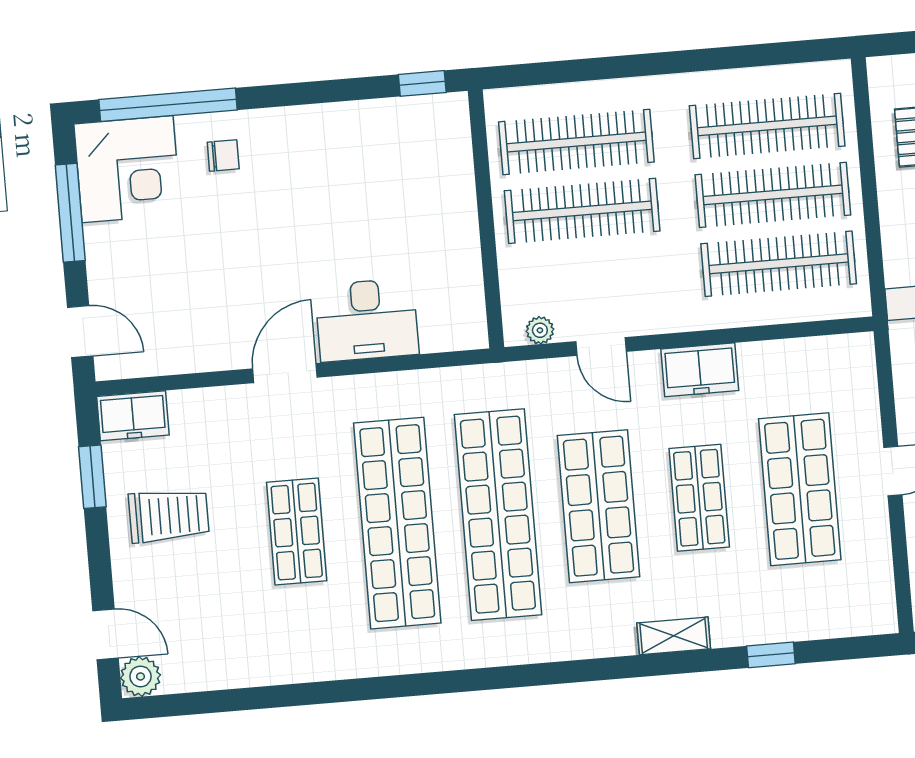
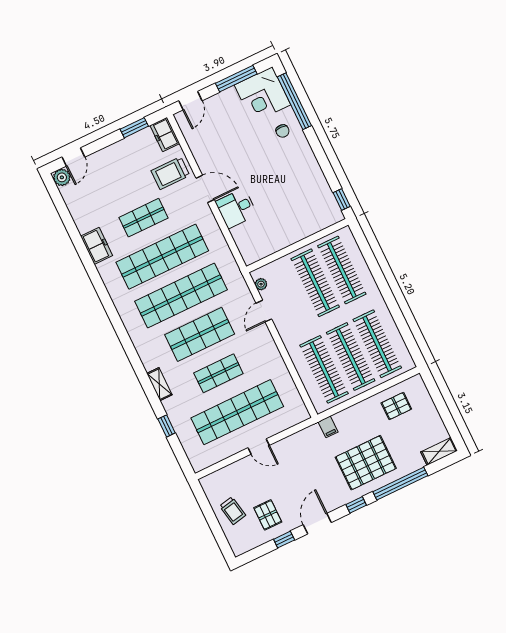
desk: (367, 320) -> (236, 208), width x0.73
freezer: (700, 370) -> (97, 246), moved, turned 180
shop shelf: (800, 489) -> (237, 412), width x1.40
trolley: (169, 516) -> (170, 173), moved, turned 90

